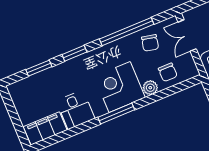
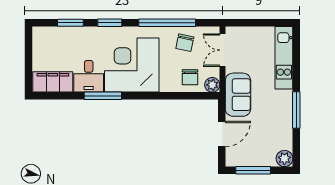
corner desk: (120, 87) -> (132, 65), width x1.36, depth x1.36
plant: (150, 88) -> (212, 85), moved
window: (116, 114) -> (103, 96), moved

